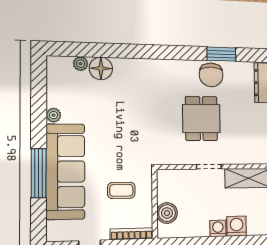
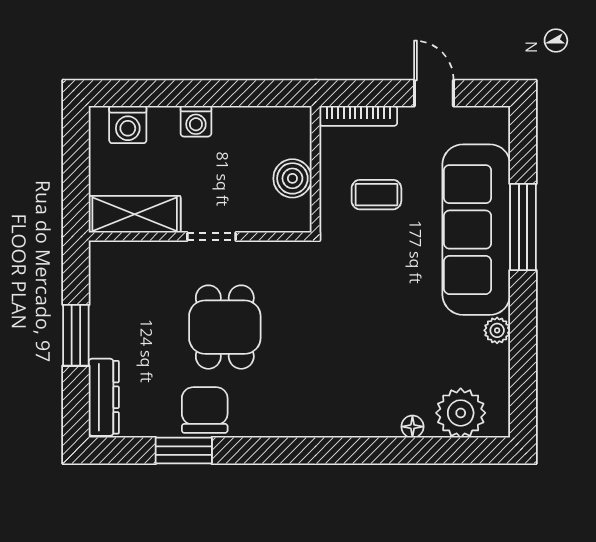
plant: (81, 64) -> (461, 413), width x1.88, depth x1.88
floor lamp: (101, 68) -> (412, 427), width x0.53, depth x0.53
boiler: (167, 213) -> (292, 178), moved
washing machine: (237, 226) -> (128, 125), moved

